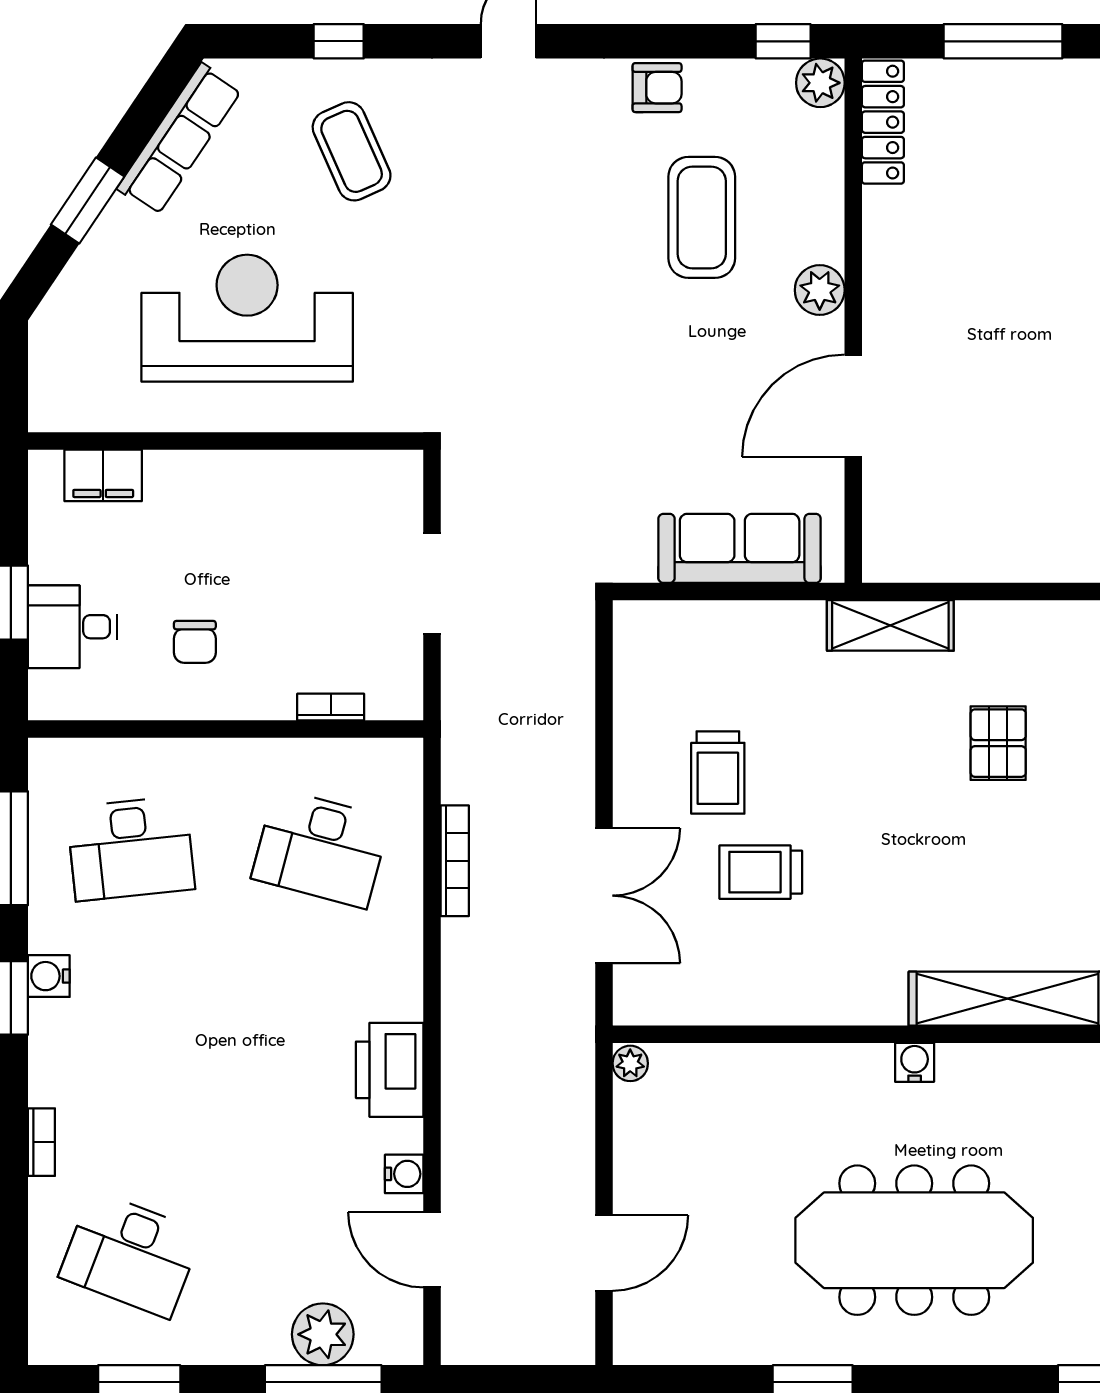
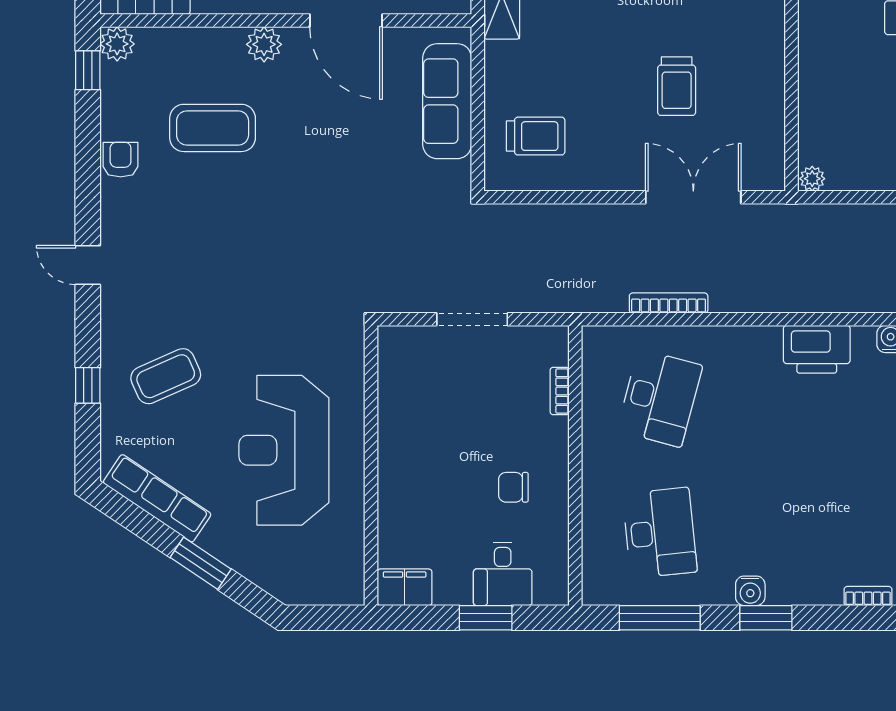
filing cabinet: (103, 475) -> (405, 587), moved, turned -90
chair: (195, 642) -> (513, 487), turned 180
trolley: (718, 772) -> (536, 136), moved

